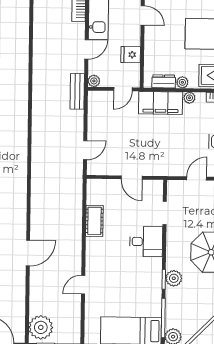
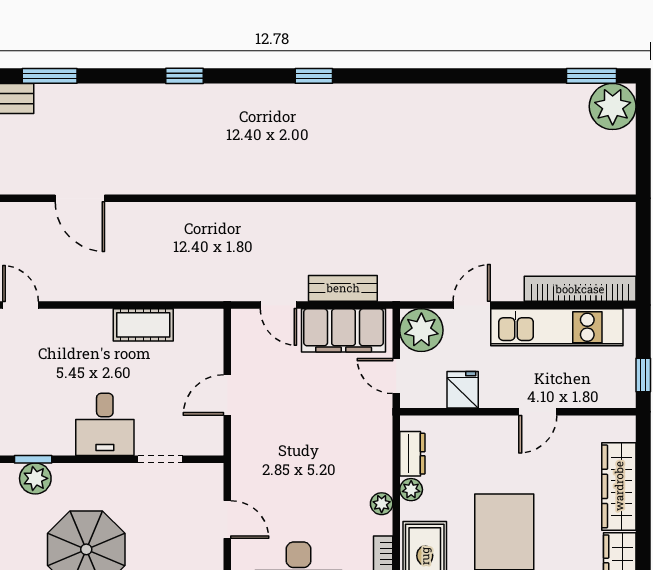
door: (86, 49) -> (472, 305), swing flipped
plant: (94, 81) -> (421, 330), width x1.88, depth x1.88
bench: (77, 91) -> (343, 288), moved
filing cabinet: (161, 103) -> (344, 330), moved, turned -90

